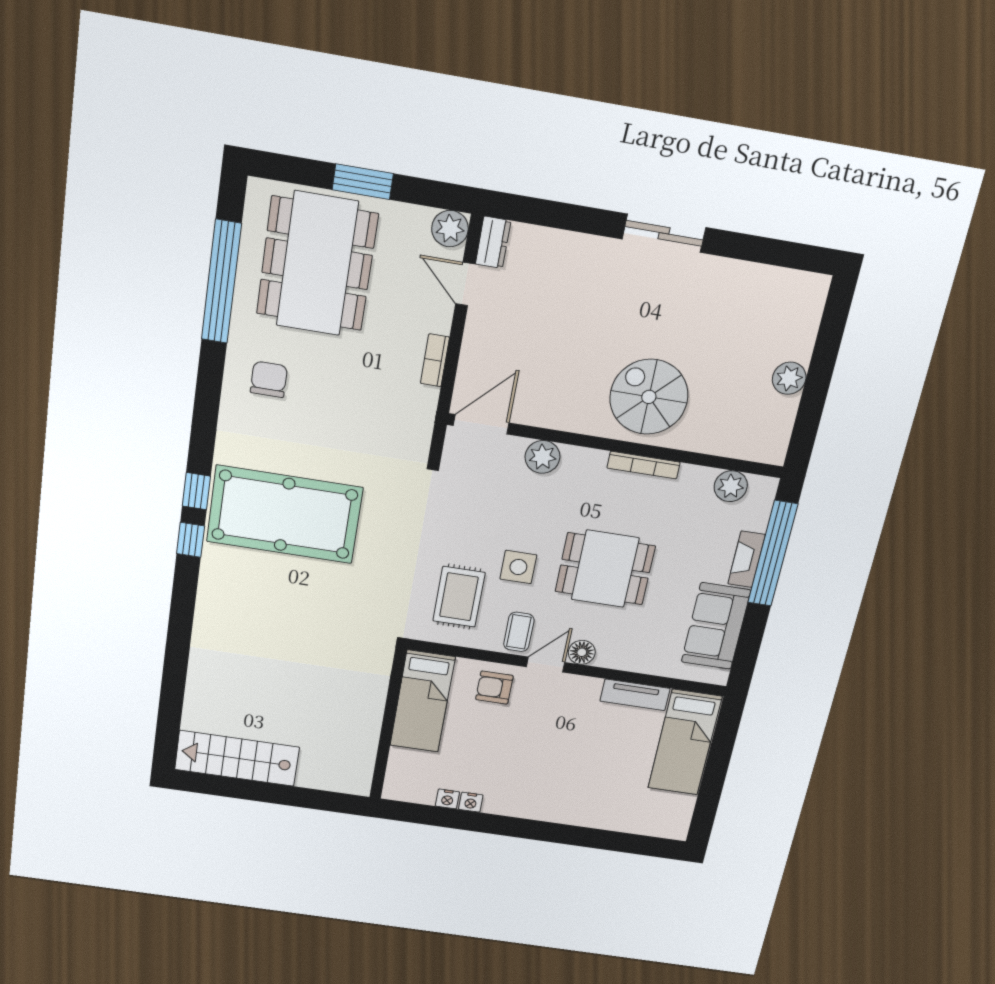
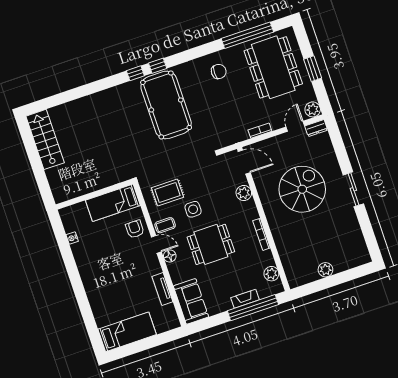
dining table: (317, 264) -> (273, 67), turned 90
spiral stairs: (649, 397) -> (302, 189), moved, width x1.37, depth x1.37
dining table: (605, 569) -> (211, 244), turned 90
sofa: (716, 626) -> (191, 301), moved, turned 90
bed: (685, 742) -> (127, 332), moved, turned 180
nightstand: (471, 802) -> (76, 249), removed

